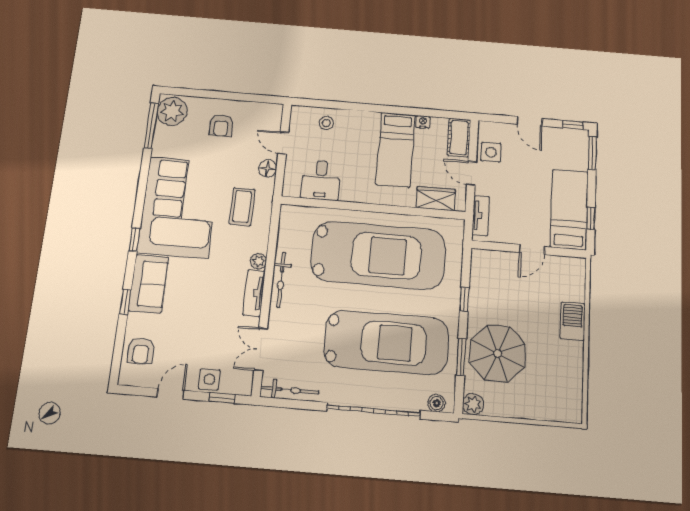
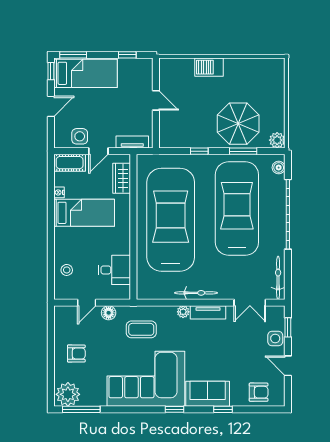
bed: (569, 209) -> (85, 73), moved, turned 180

